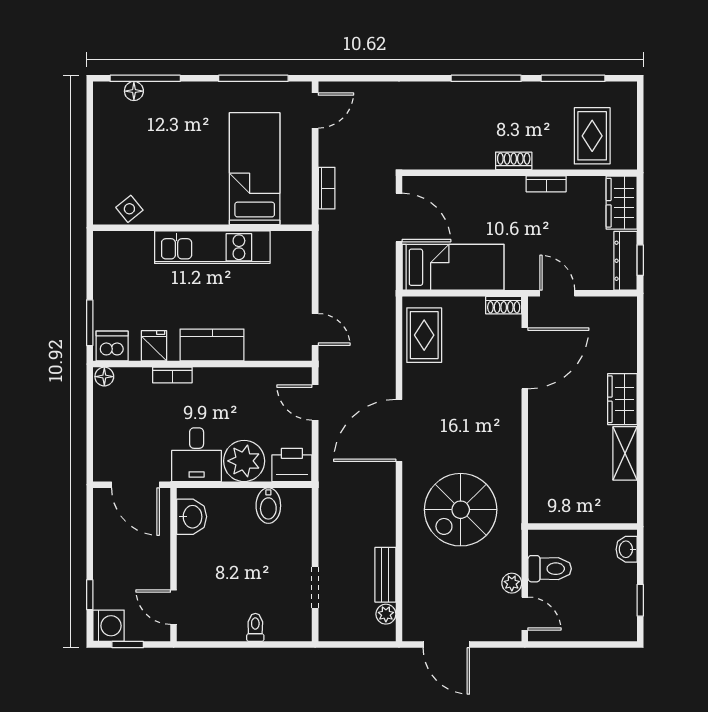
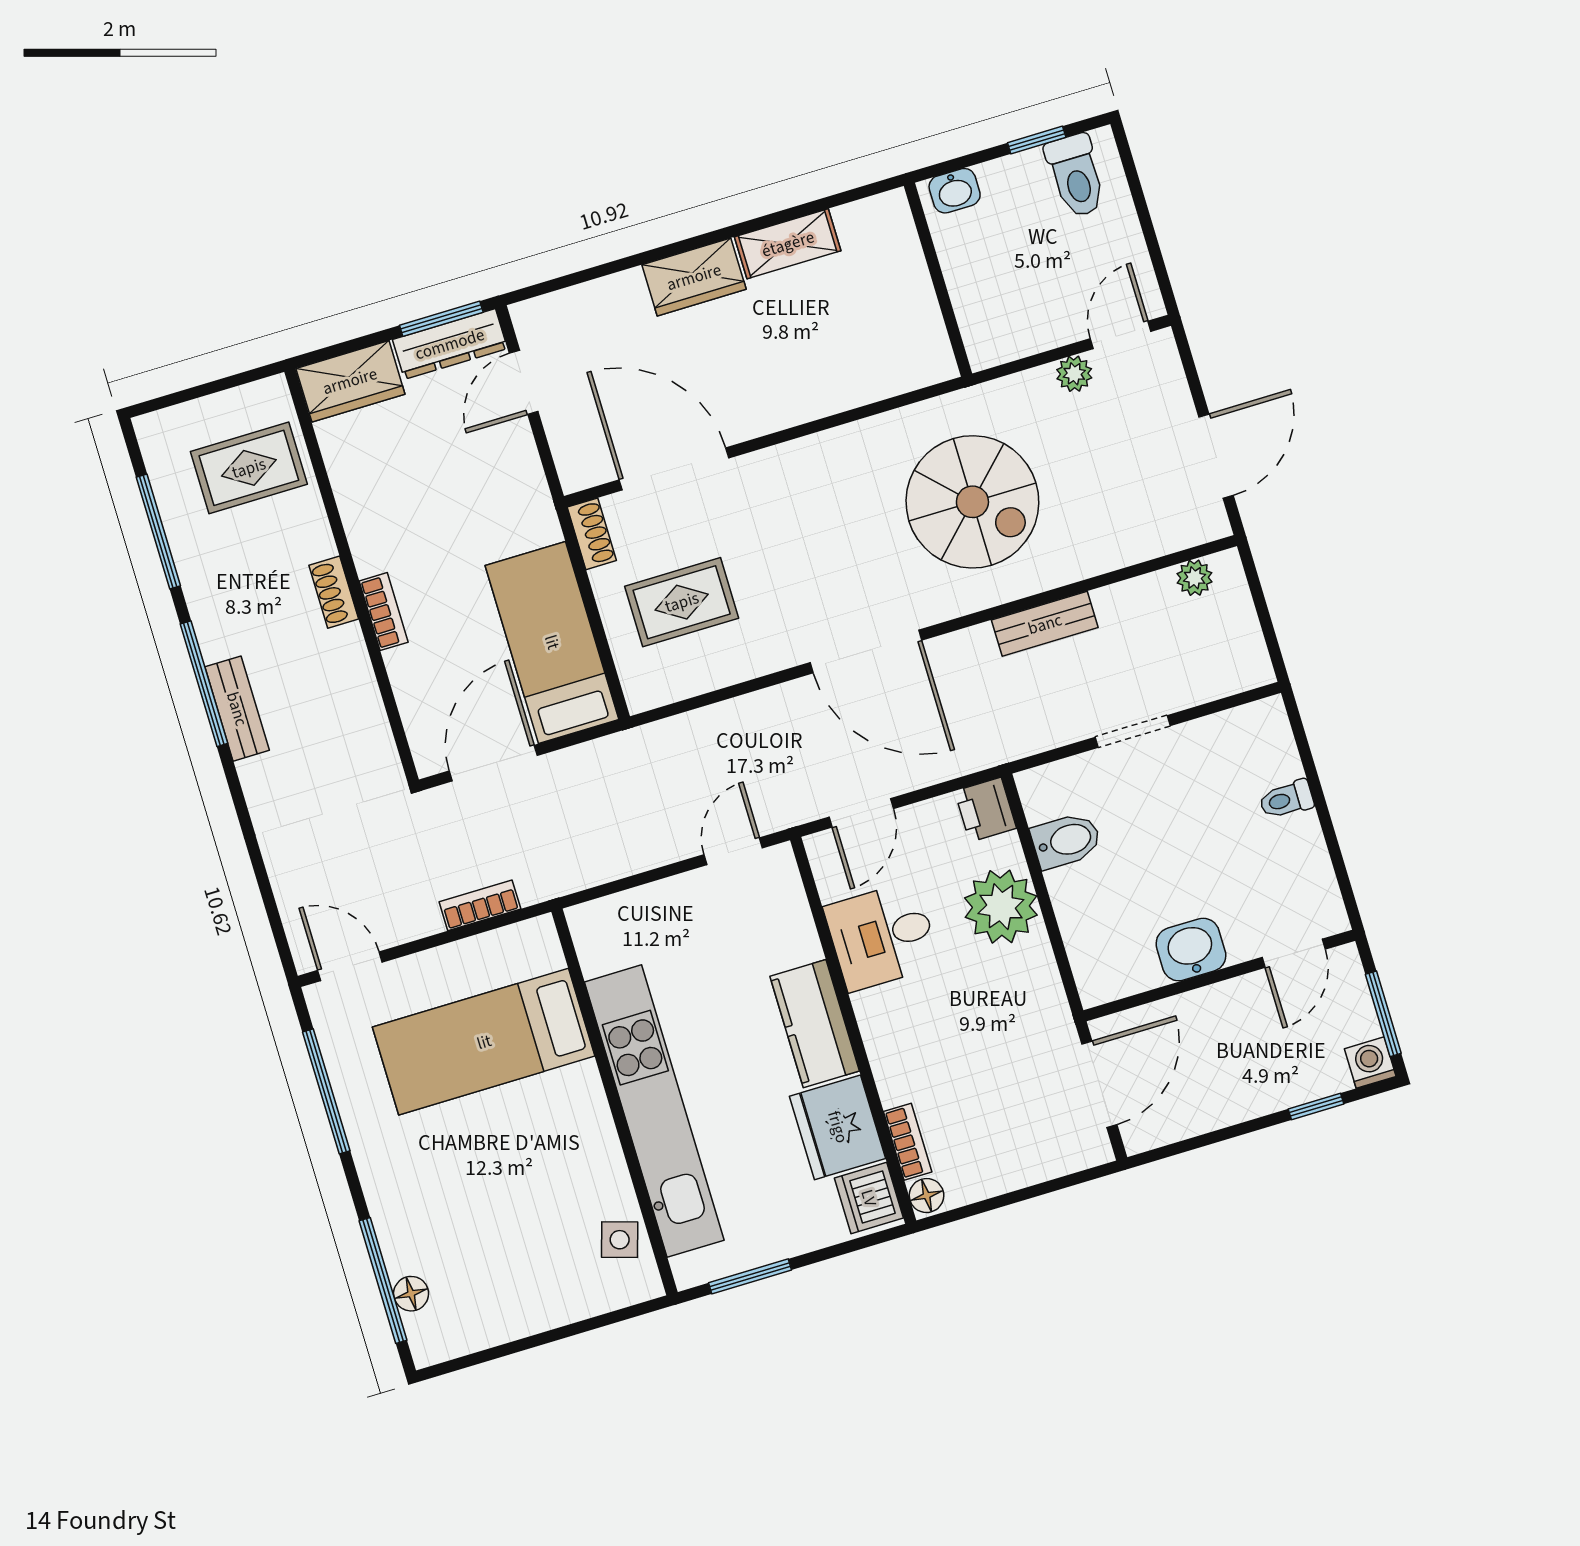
bench: (468, 92) -> (237, 709), added
bookcase: (546, 184) -> (384, 612), moved
side table: (129, 209) -> (620, 1240), turned -34
kitchen unit: (212, 247) -> (654, 1111), width x1.36
window: (640, 260) -> (441, 319), width x1.50
door: (557, 293) -> (524, 382), moved
window: (90, 323) -> (750, 1276), moved
rug: (424, 335) -> (682, 602), moved
fridge: (154, 346) -> (838, 1127), width x1.88, depth x1.34
bookcase: (172, 375) -> (908, 1142), moved
desk: (197, 455) -> (882, 936), moved, turned 180
printer: (292, 465) -> (985, 810), width x0.73, depth x0.81
washbasin: (192, 517) -> (1191, 950), moved
toilet: (550, 569) -> (1076, 176), moved, turned 180
bench: (385, 575) -> (1045, 624), moved
doorway: (315, 588) -> (1133, 731), moved
washing machine: (108, 626) -> (1370, 1063), width x0.73, depth x0.73
window: (128, 645) -> (1383, 1014), width x1.50

